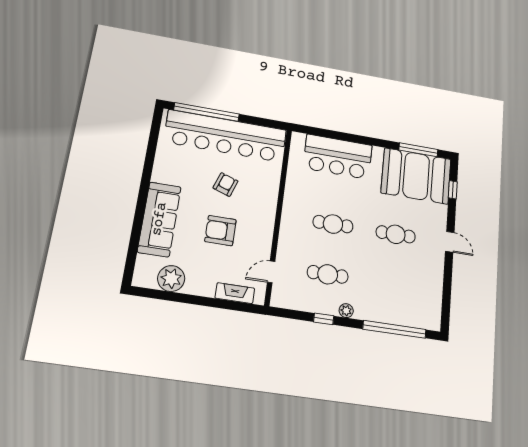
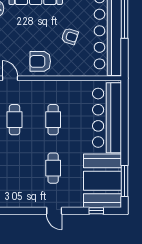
bar counter: (338, 157) -> (107, 118), width x1.36
armchair: (220, 231) -> (40, 61), moved, turned -90
door: (450, 242) -> (54, 211), hinge flipped

